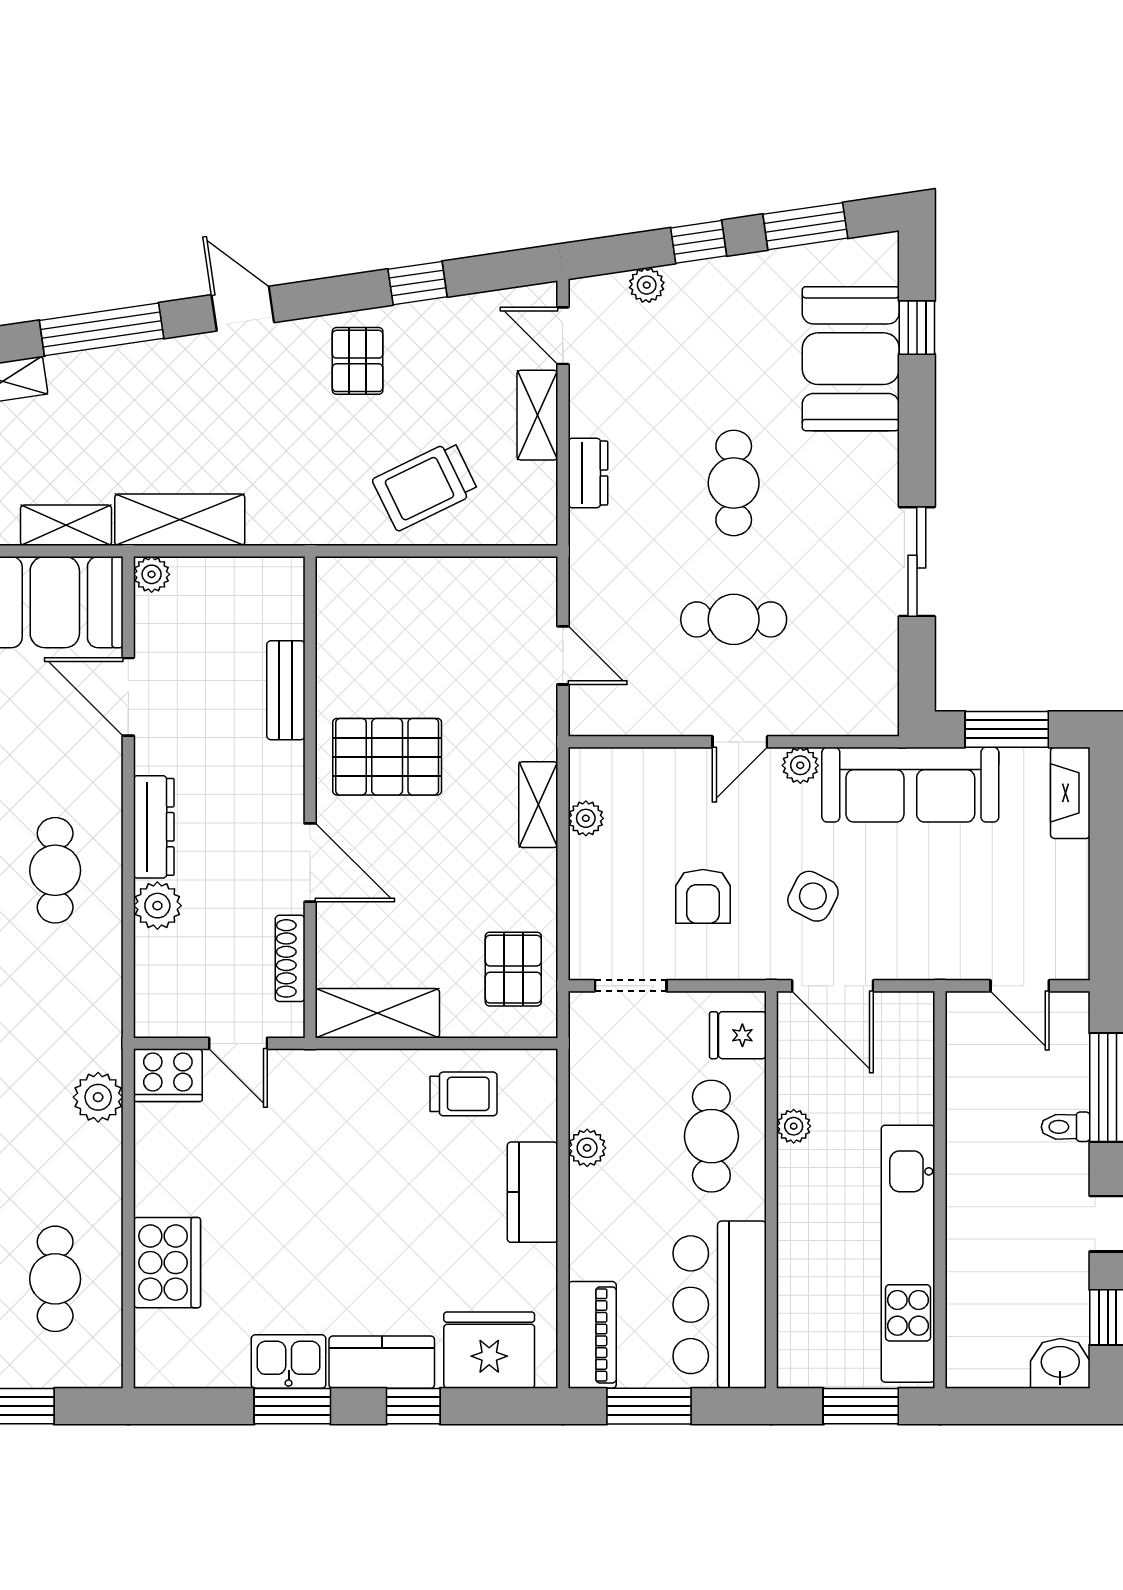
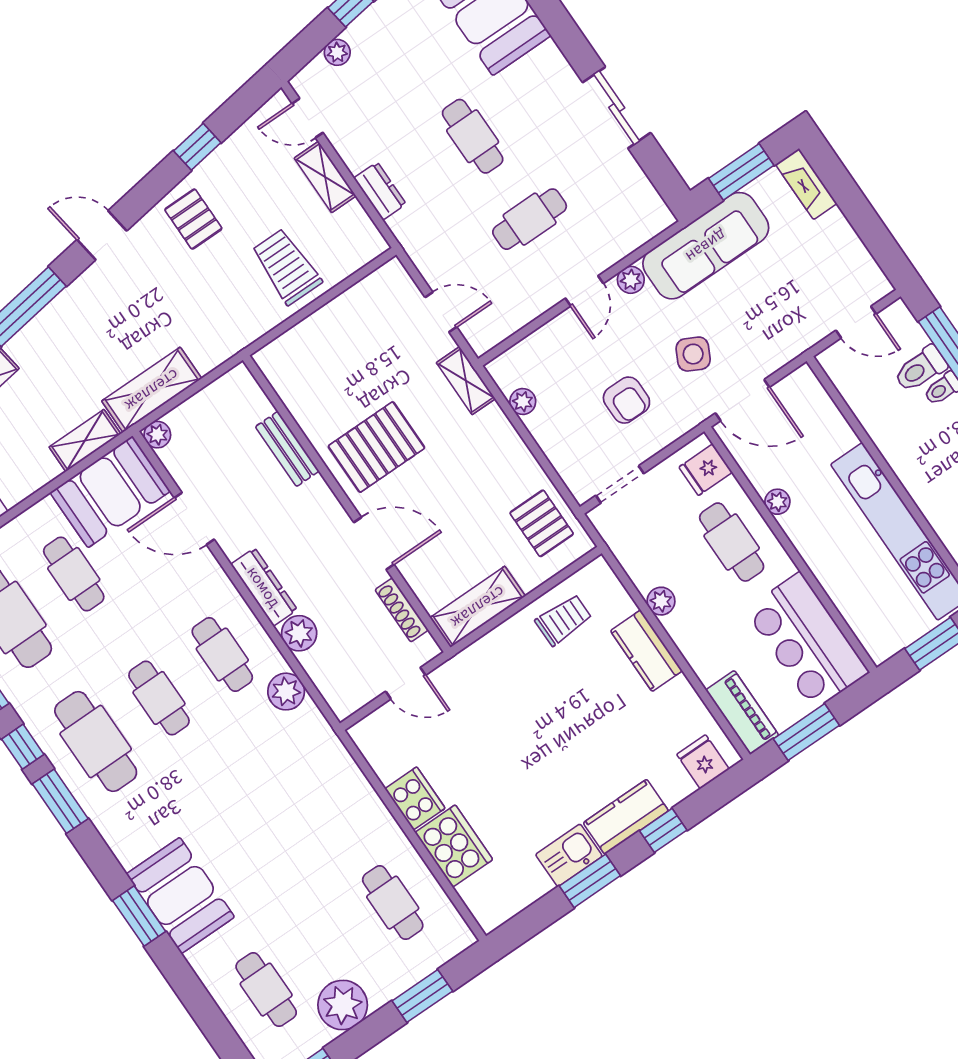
trolley: (425, 486) -> (287, 267), turned 116
shelving: (538, 805) -> (466, 381), moved
cooker: (168, 1075) -> (415, 798), moved, turned -90
toilet: (1056, 1088) -> (920, 369), added
plant: (98, 1097) -> (286, 692), moved
fridge: (489, 1350) -> (703, 762), width x0.53, depth x0.75

